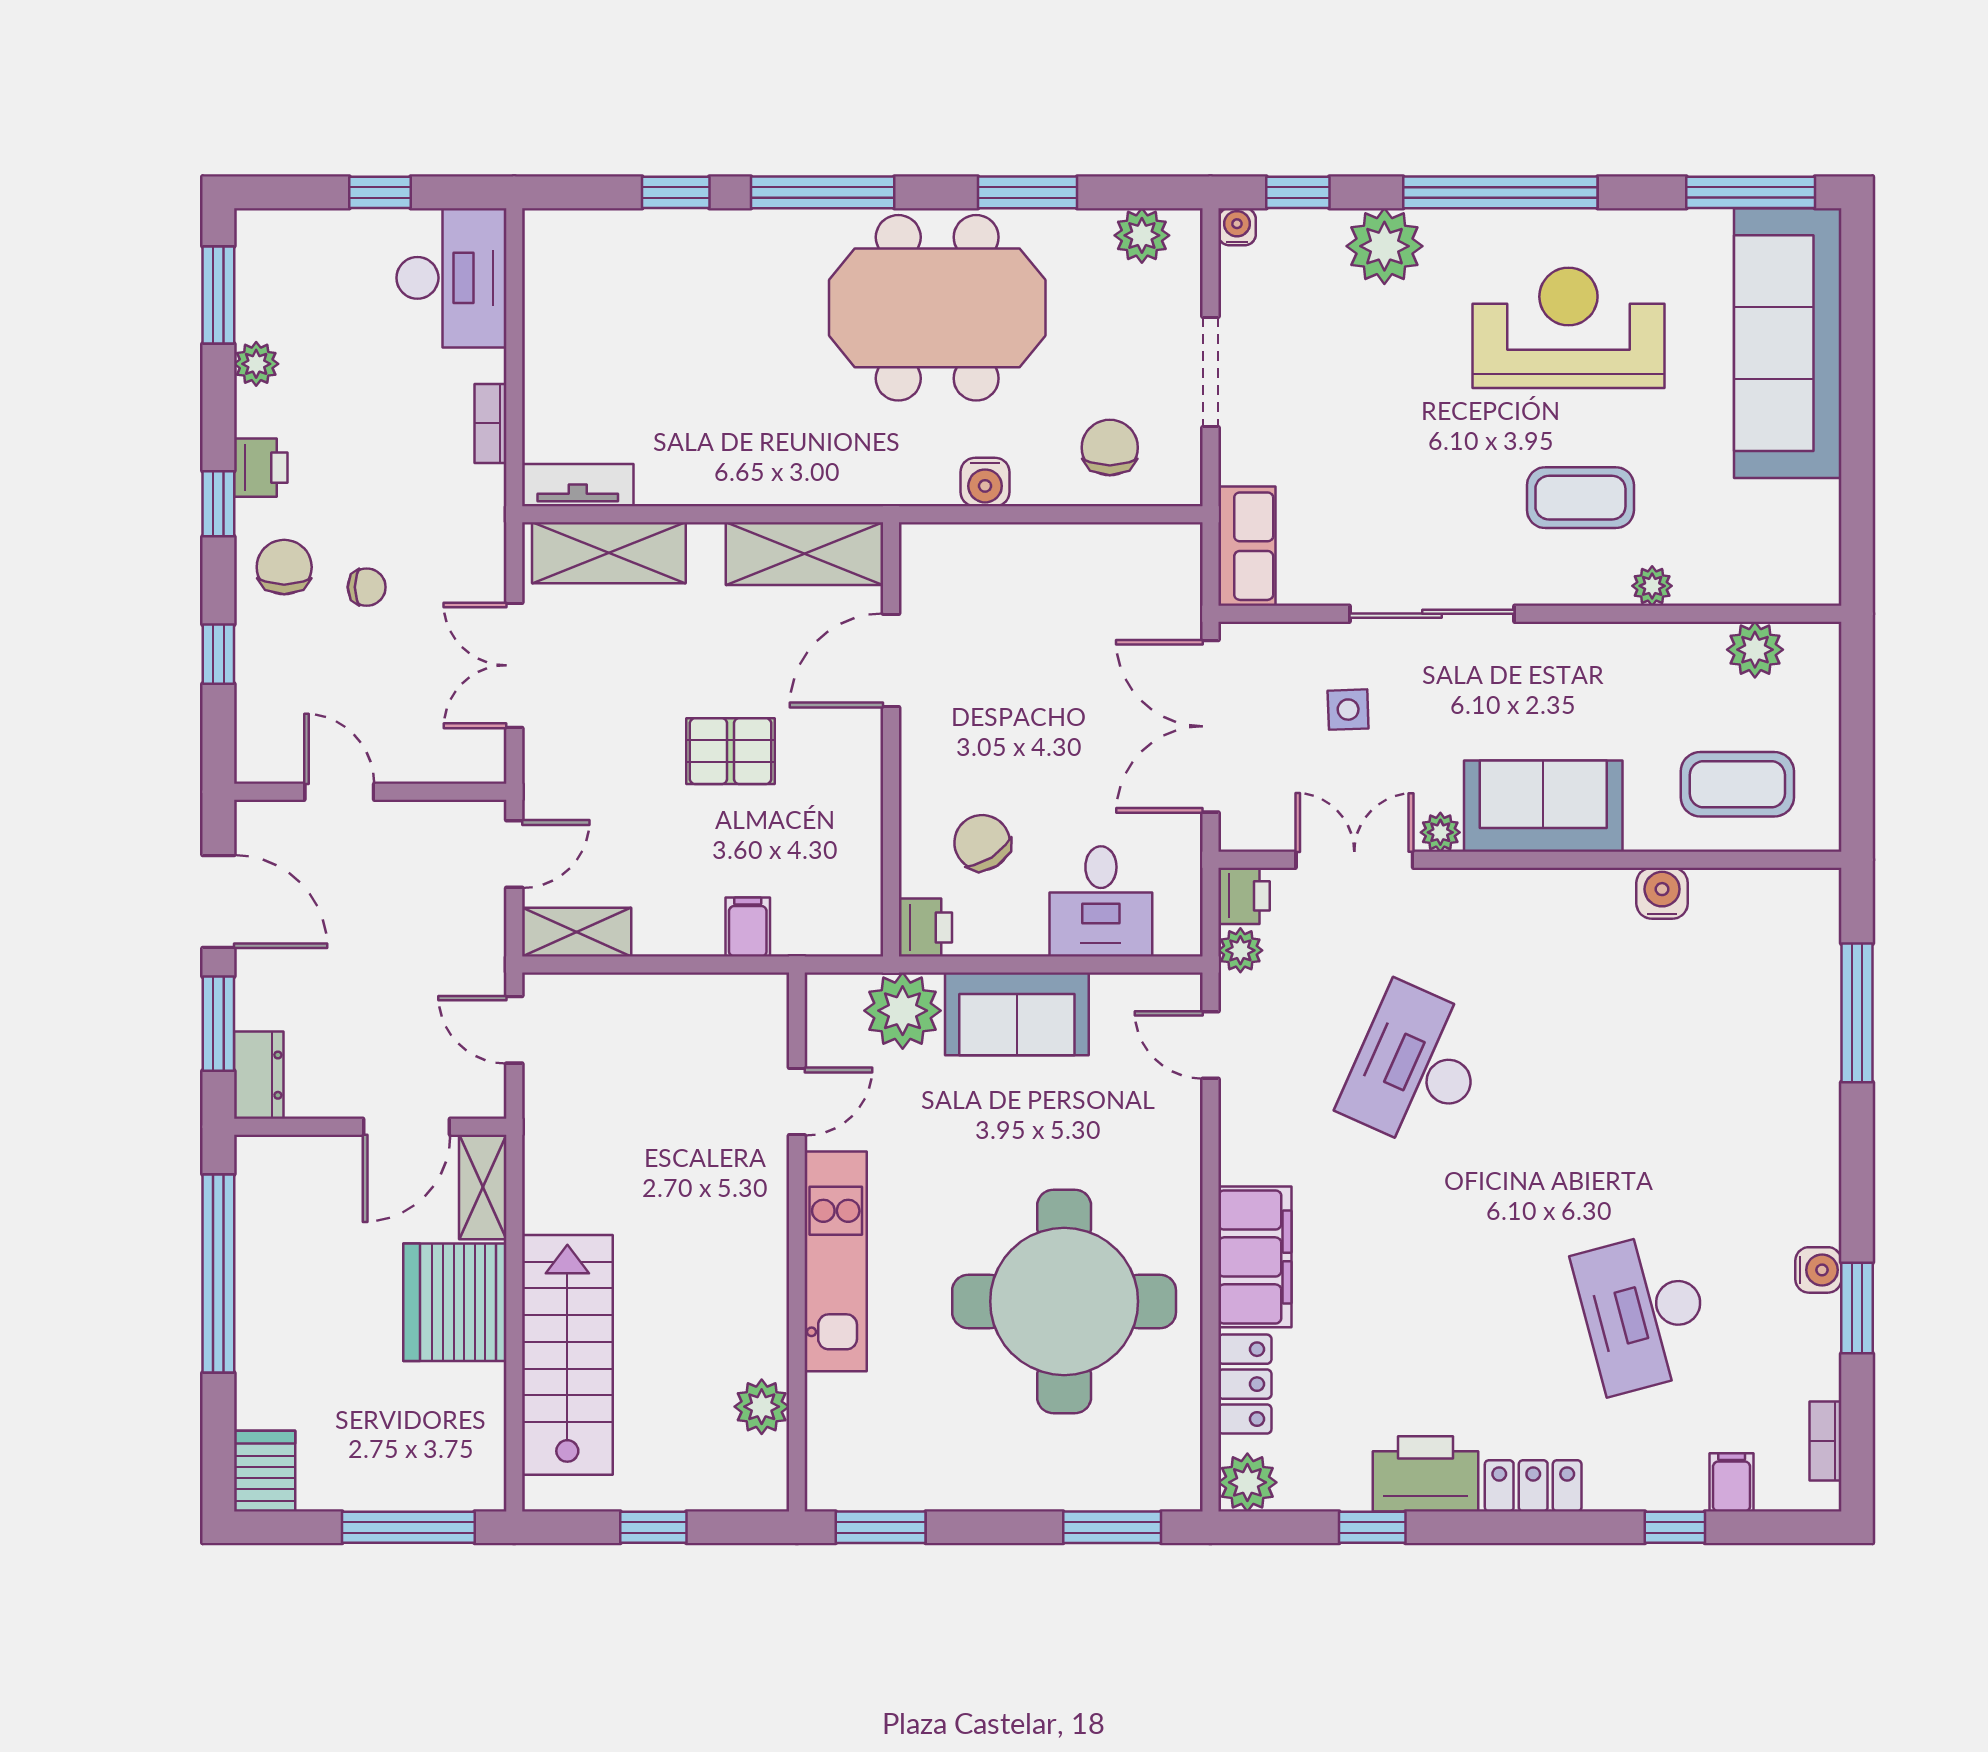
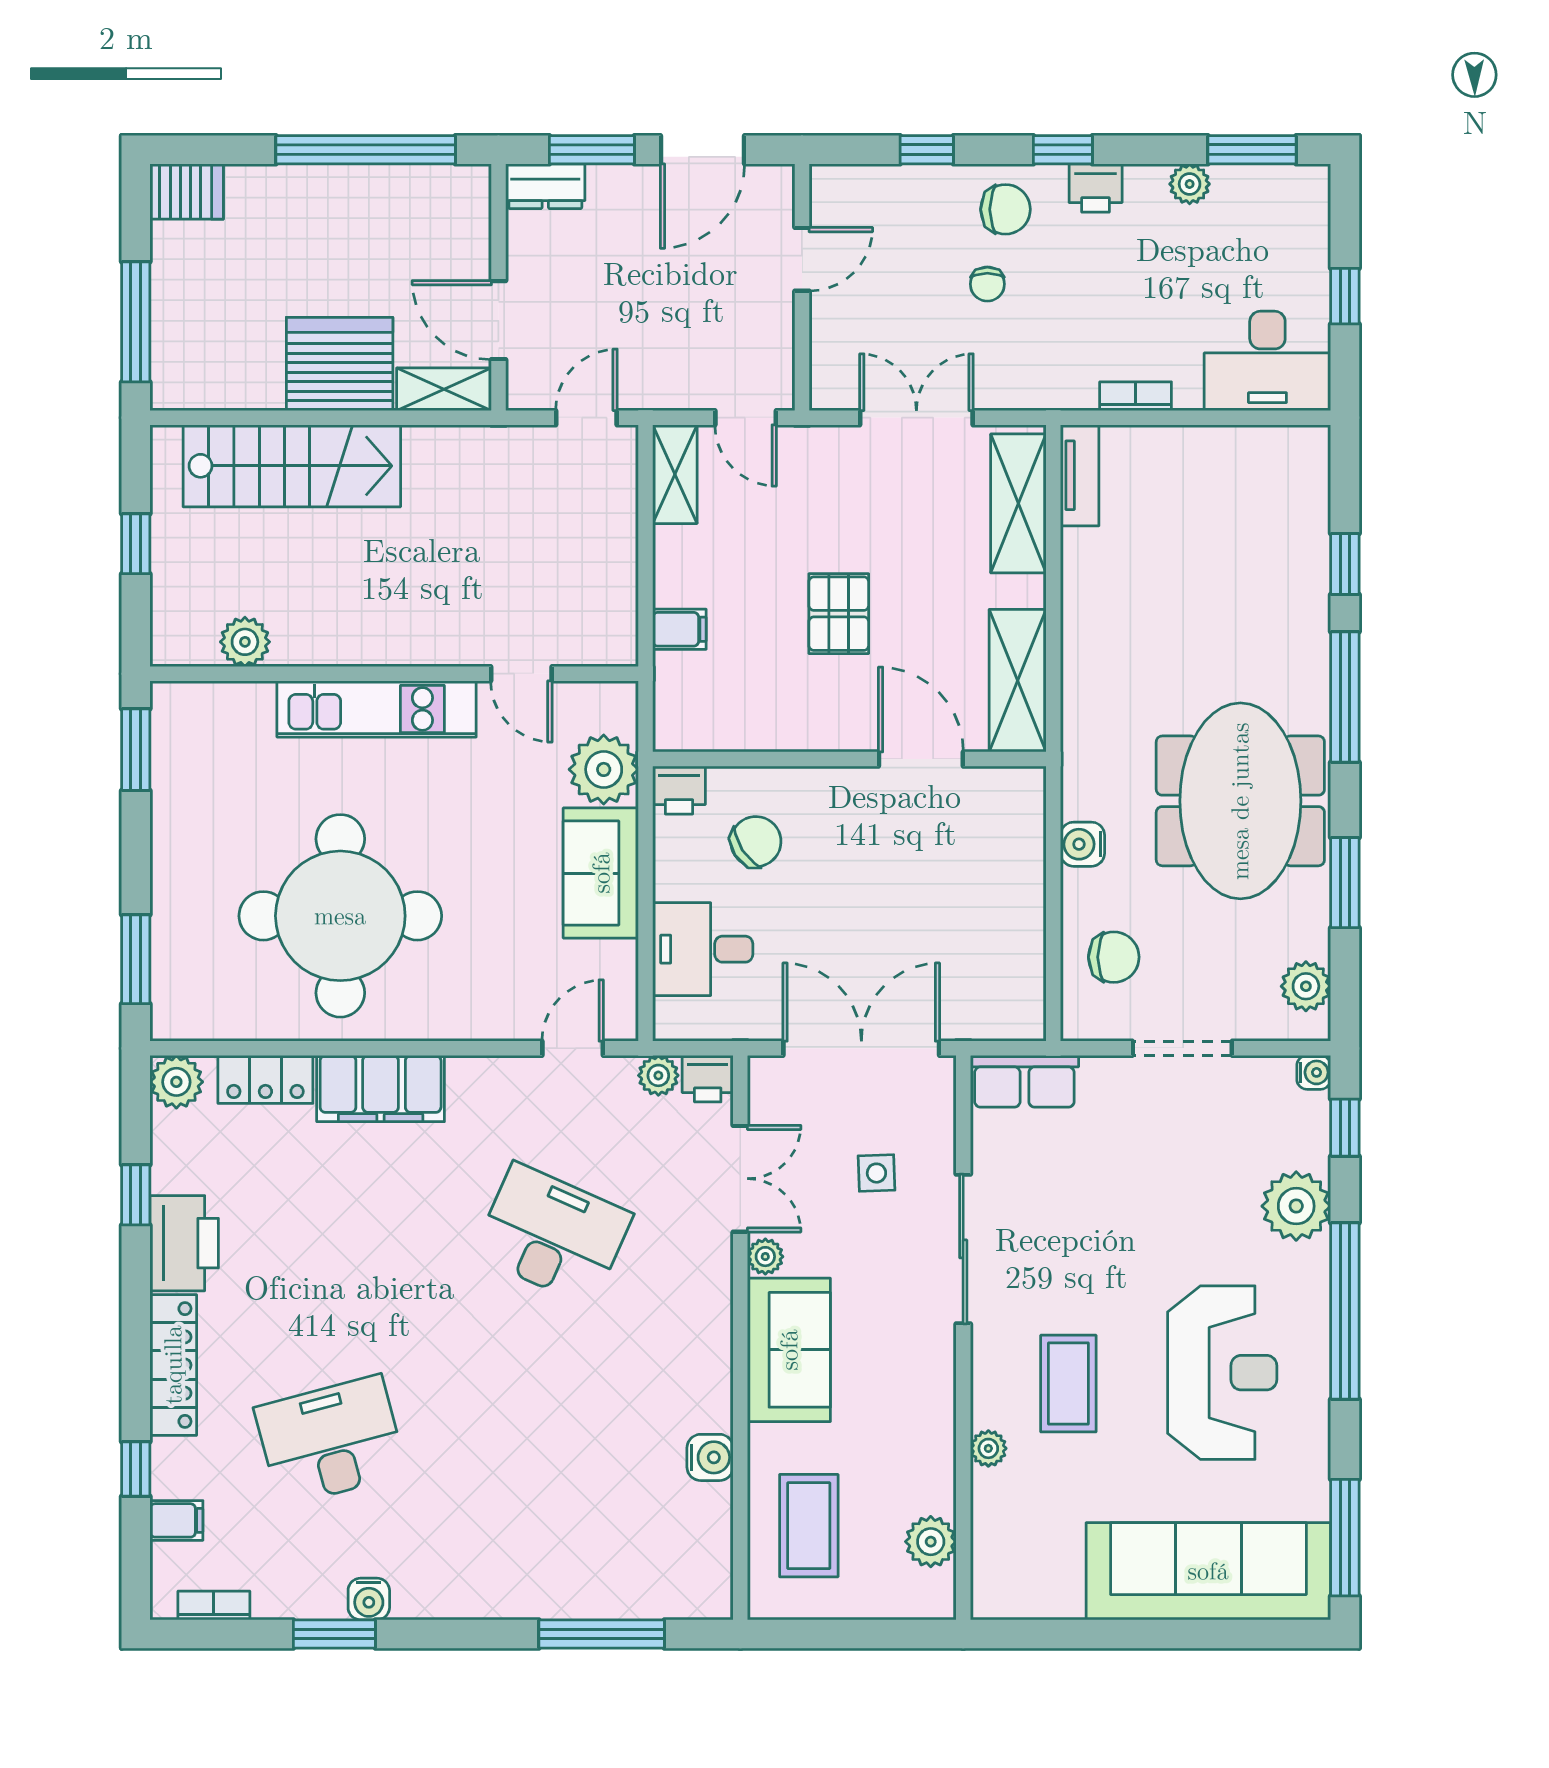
locker: (1533, 1486) -> (173, 1365), width x1.53

